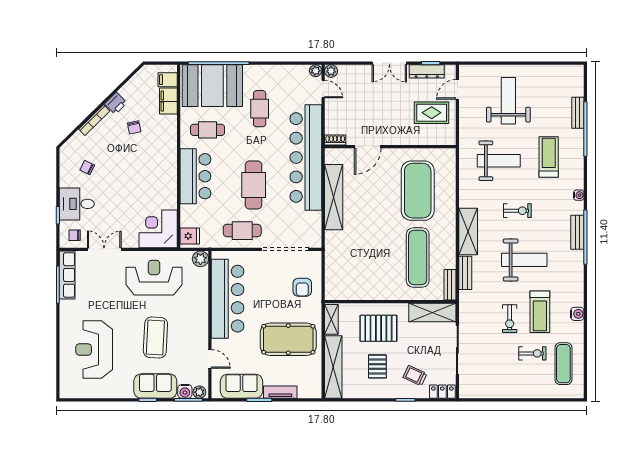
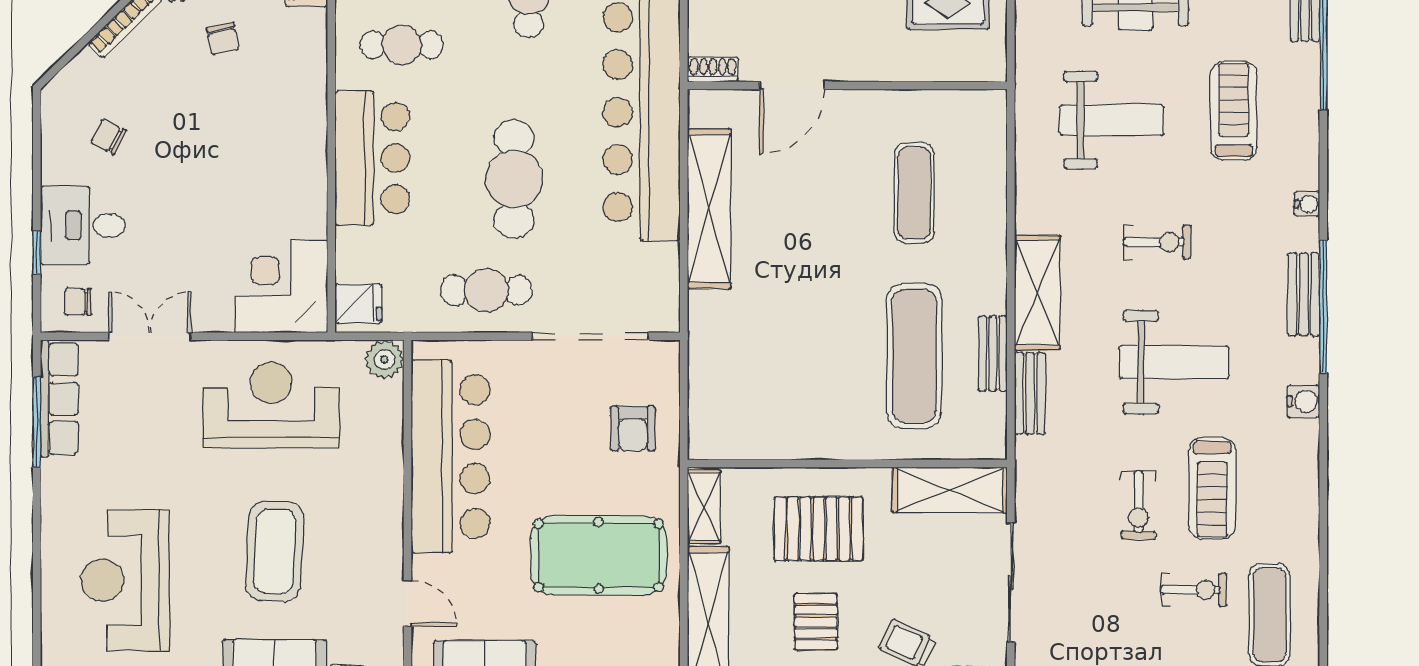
exercise mat: (418, 191) -> (914, 193), width x0.50, depth x0.69
bench: (450, 285) -> (993, 353), moved
water cooler: (577, 314) -> (1303, 401), moved

